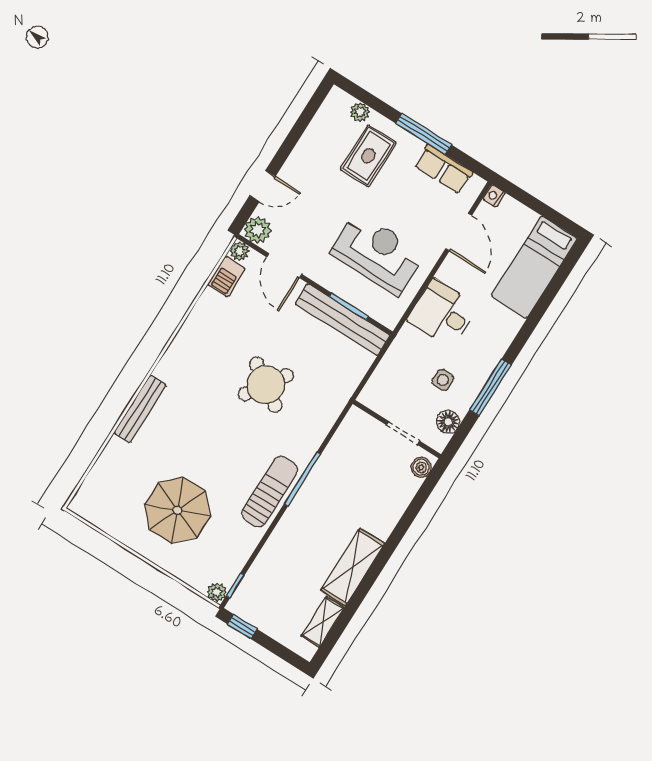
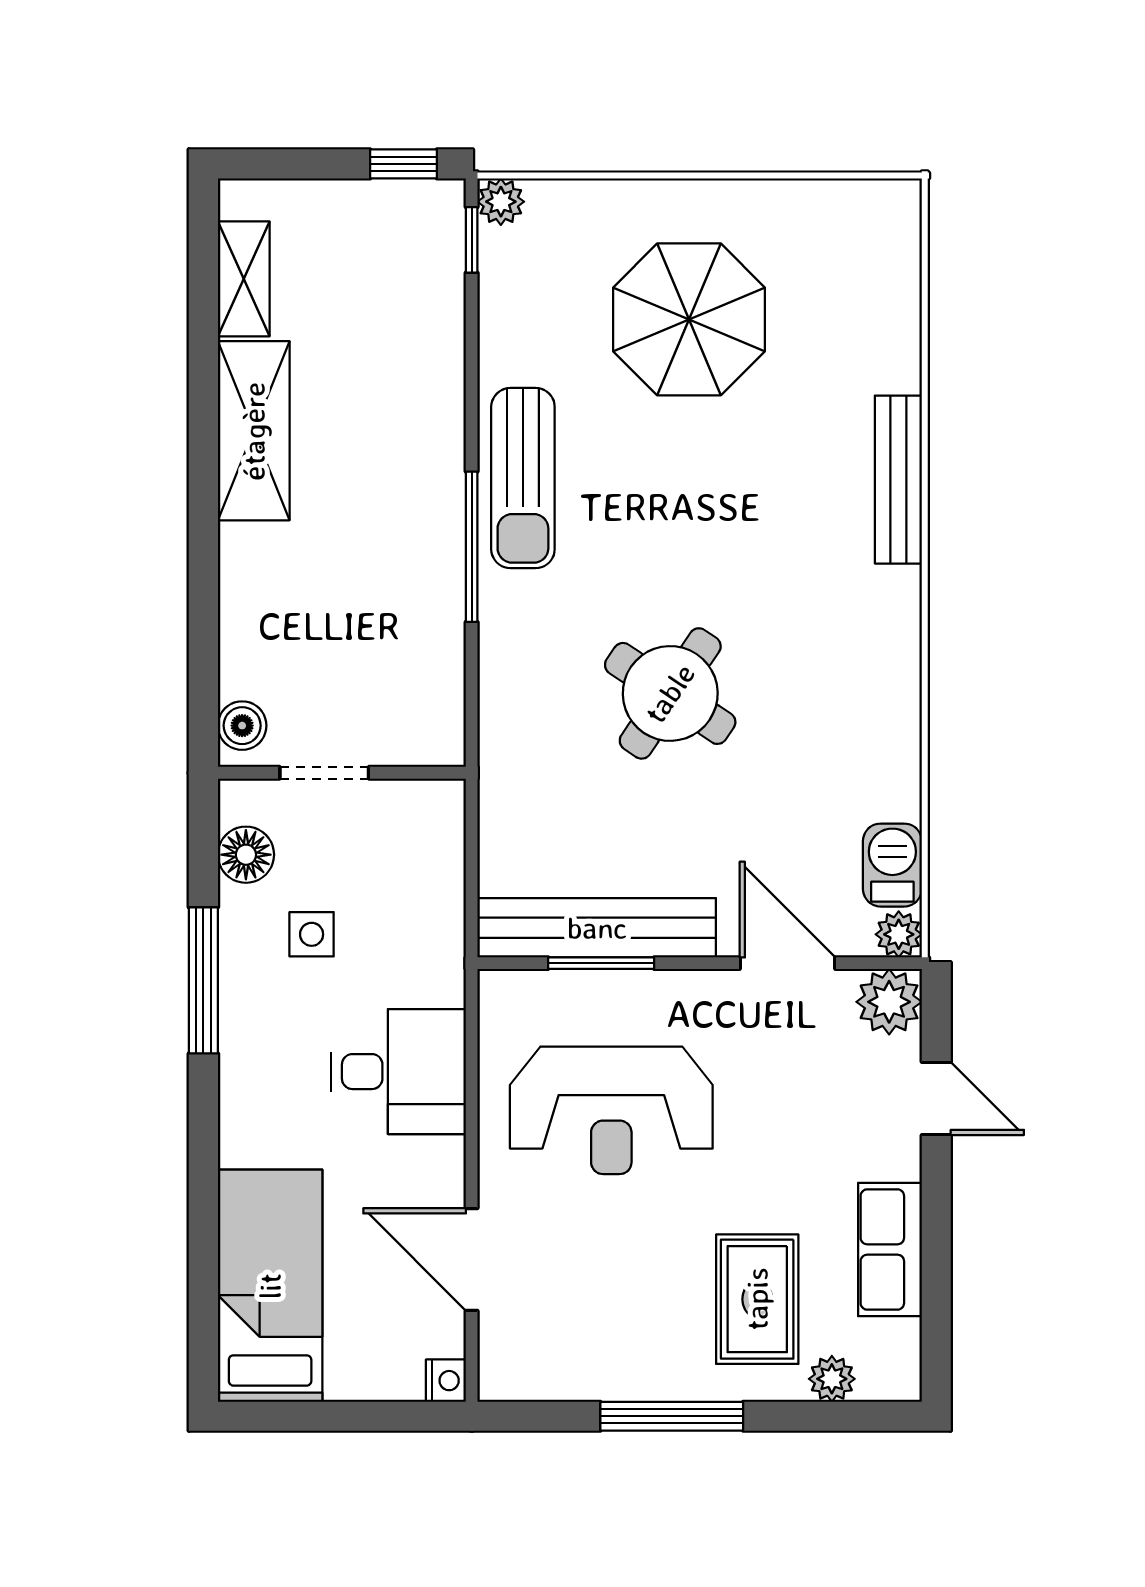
row of seats: (444, 169) -> (890, 1249), moved, turned -90
door: (262, 186) -> (936, 1098), swing flipped

